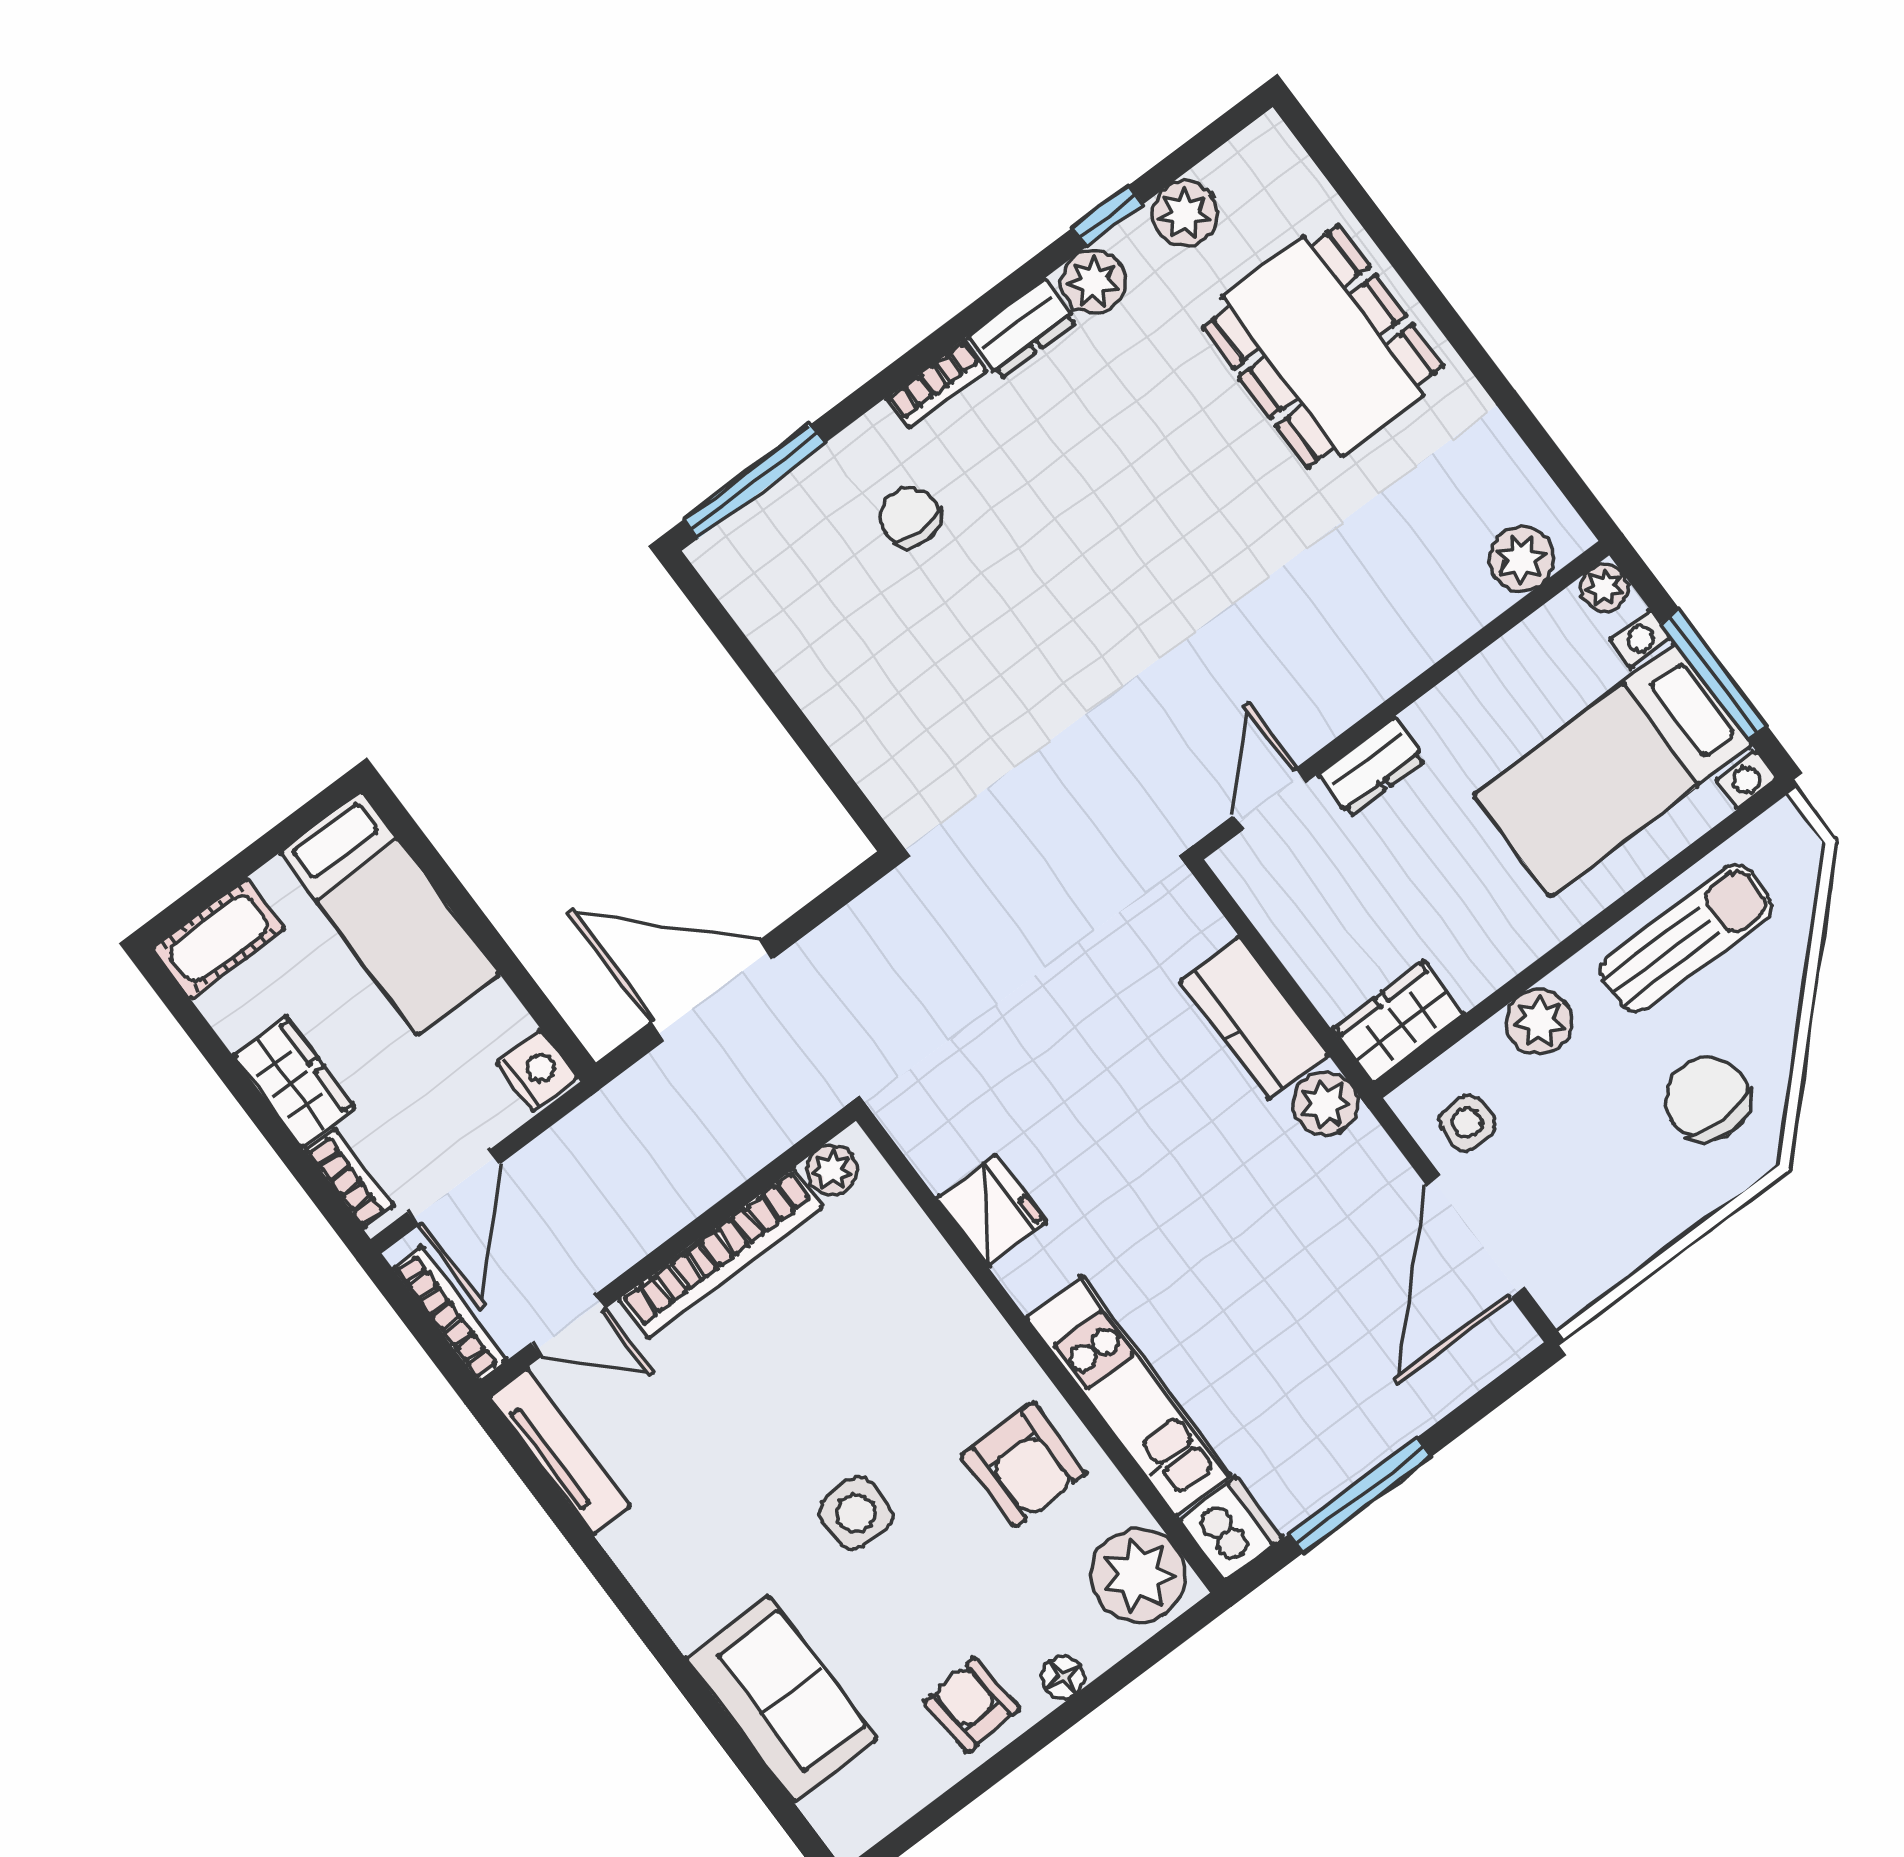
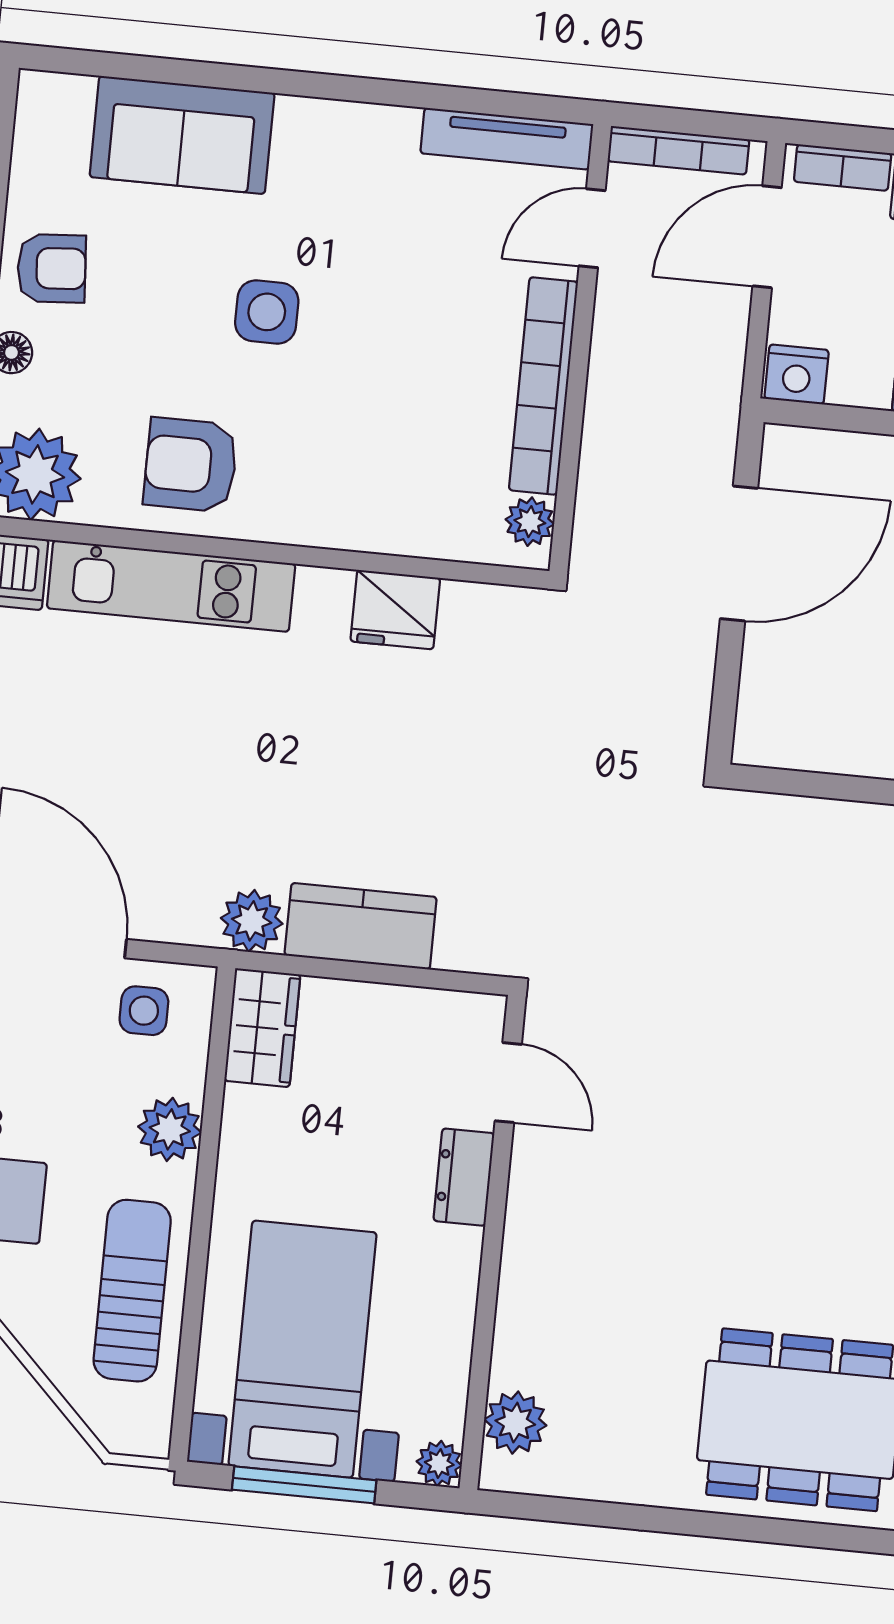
sun lounger: (1686, 939) -> (132, 1291), turned 180
door: (454, 1188) -> (767, 237), hinge flipped

